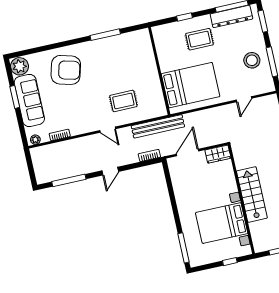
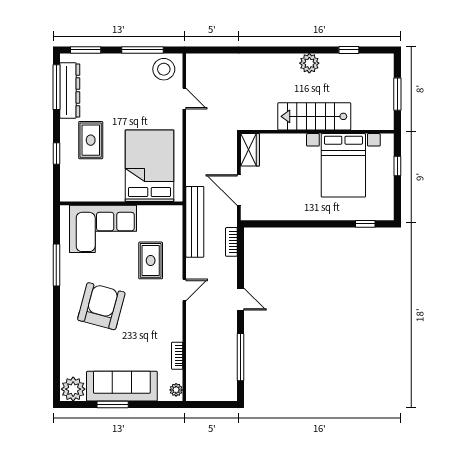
stool: (252, 60) -> (164, 69), moved
corner sofa: (138, 62) -> (103, 229), added
armchair: (66, 70) -> (101, 306), moved
window: (184, 248) -> (365, 224), width x0.46

